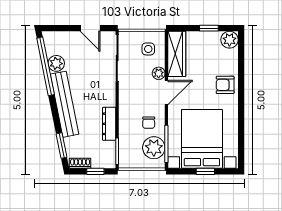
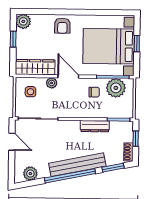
door: (90, 28) -> (12, 142), hinge flipped
plant: (56, 63) -> (30, 174), moved
window: (46, 66) -> (70, 176), moved

